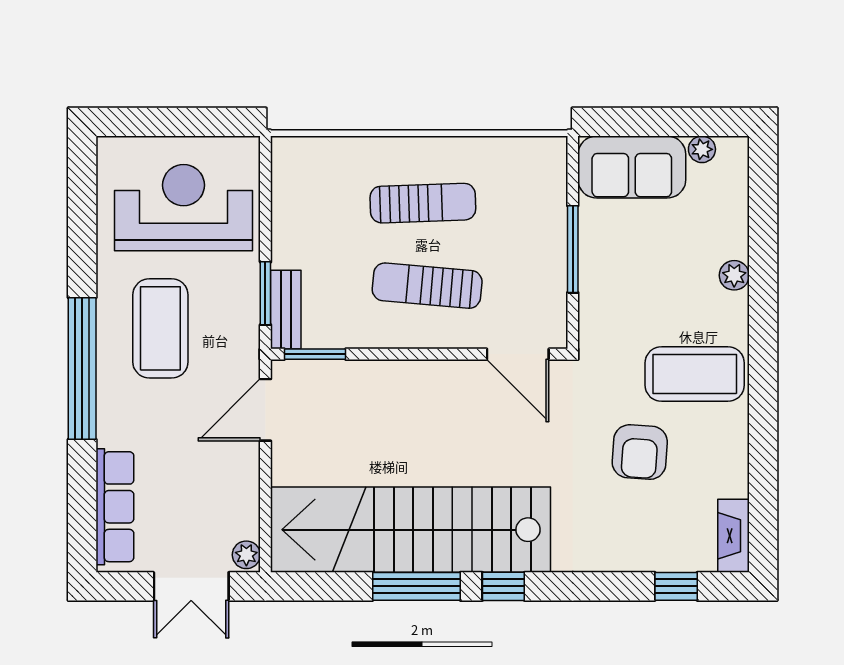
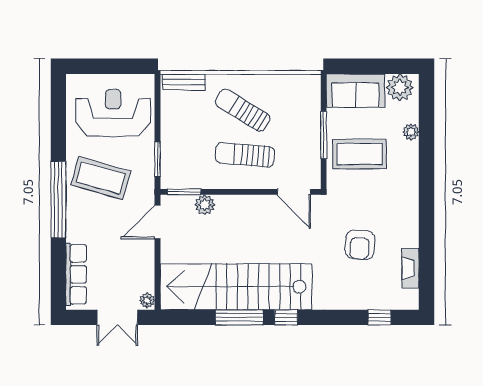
plant: (702, 149) -> (400, 87), width x1.88, depth x1.88
sun lounger: (423, 203) -> (243, 110), turned -146
plant: (734, 275) -> (411, 132), moved
bench: (286, 309) -> (184, 82), moved, turned 90
coffee table: (160, 328) -> (101, 178), turned -74
coffee table: (695, 374) -> (359, 154), moved
plant: (353, 378) -> (205, 205), added
fireplace: (733, 536) -> (411, 268), moved

